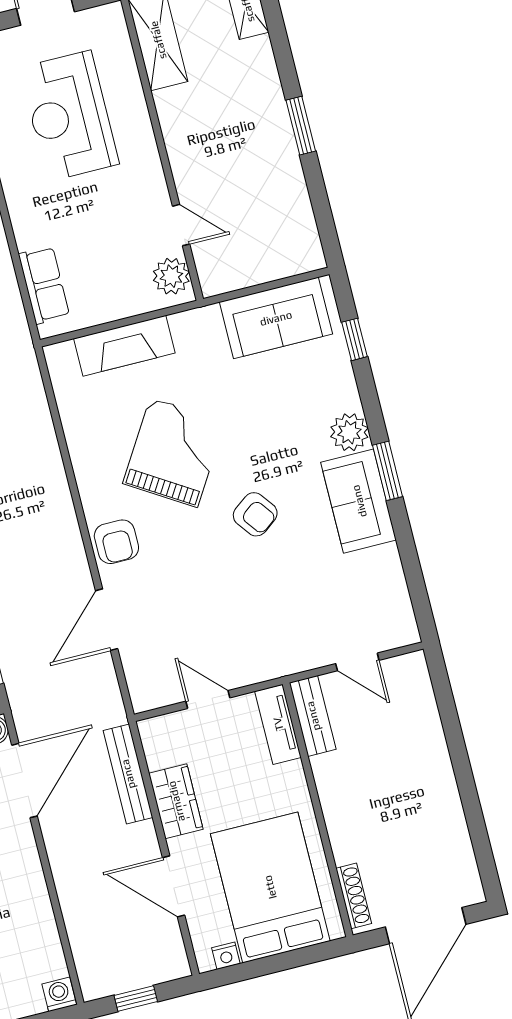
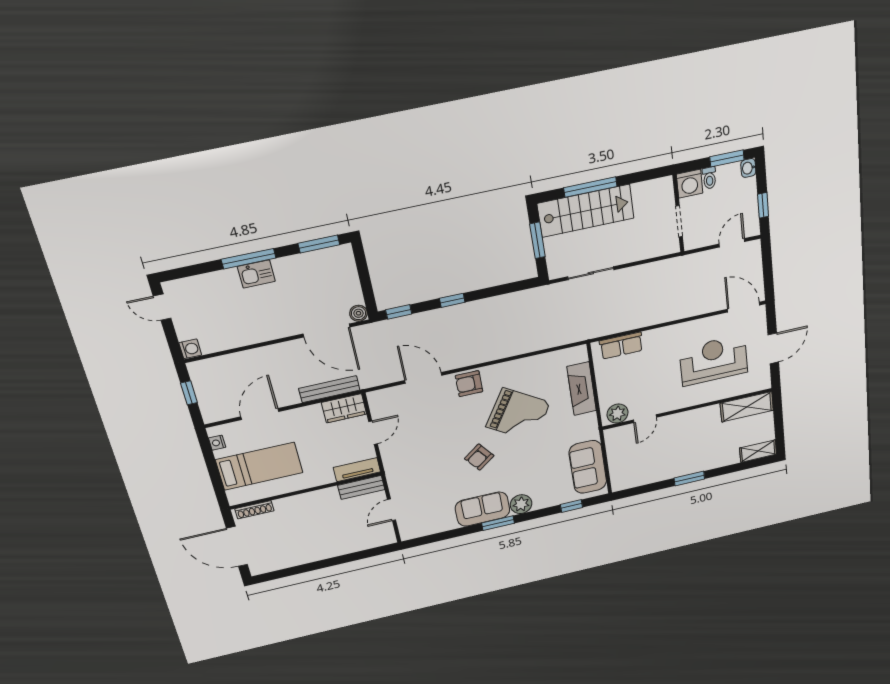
wardrobe: (176, 801) -> (344, 408), moved
bed: (270, 887) -> (259, 466), width x0.67

